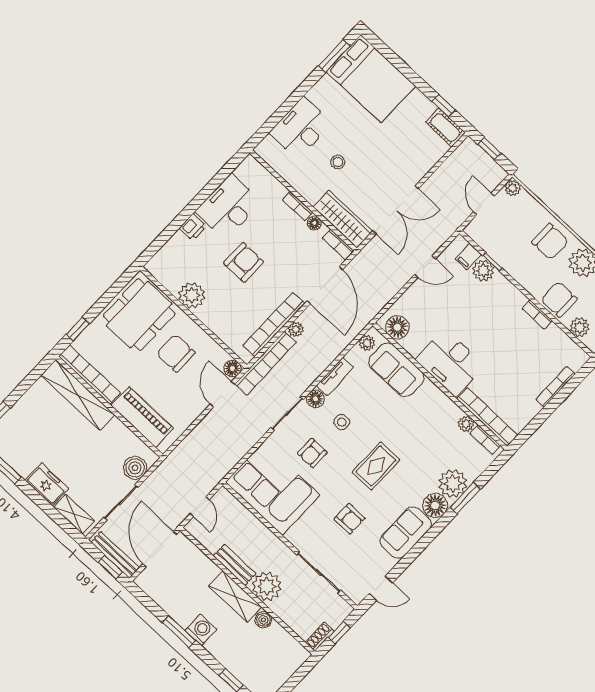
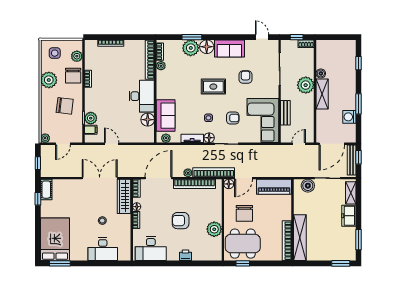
desk: (228, 207) -> (151, 249), moved
chair: (550, 242) -> (65, 106), moved, turned 97
floor lamp: (397, 327) -> (148, 120), moved
window: (78, 329) -> (243, 263), moved
piano: (142, 417) -> (274, 187), moved, turned -90
bench: (235, 565) -> (285, 113), moved
washing machine: (201, 630) -> (349, 117), moved

